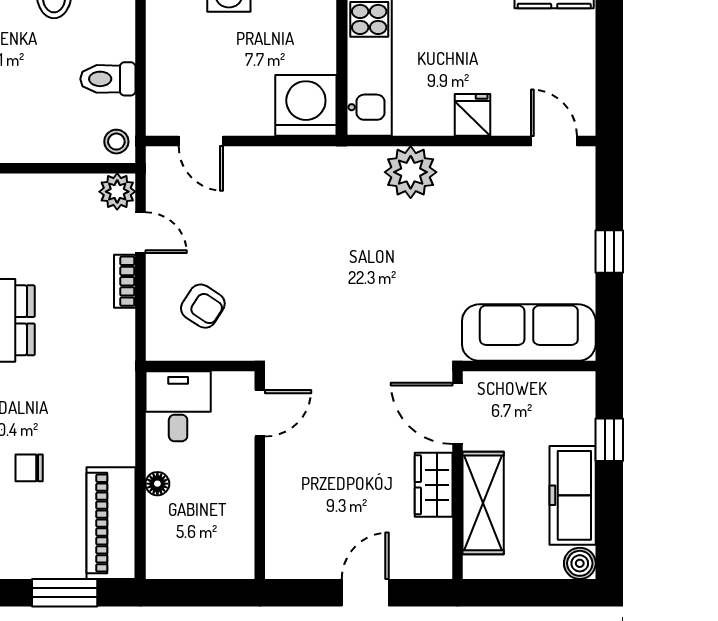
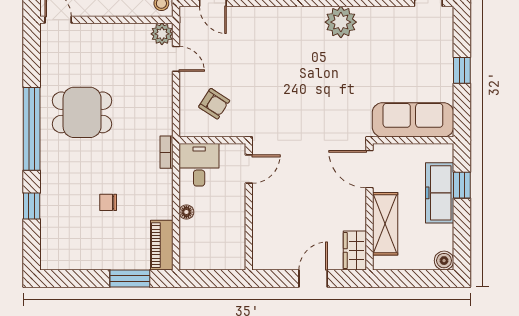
bookcase: (125, 281) -> (167, 152), moved
wardrobe: (434, 485) -> (355, 251), moved
freezer: (573, 495) -> (440, 193), moved
piano: (111, 523) -> (162, 245), width x0.73, depth x0.75

